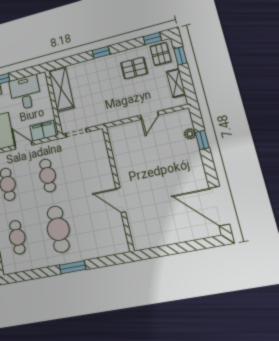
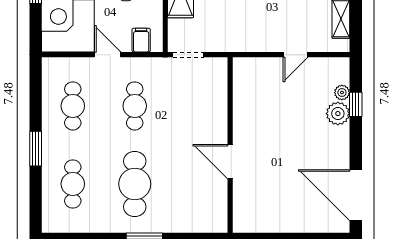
filing cabinet: (43, 131) -> (141, 40), width x0.50
plant: (191, 149) -> (338, 114), added

